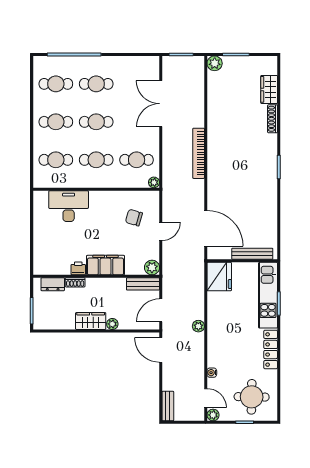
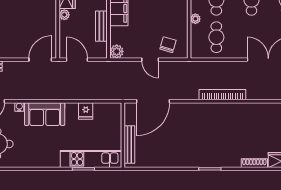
plant: (154, 182) -> (195, 19), moved
chair: (134, 218) -> (168, 45), moved
fridge: (219, 277) -> (86, 111), moved, width x0.53, depth x0.75
bench: (143, 284) -> (101, 26), moved
plant: (198, 326) -> (62, 94), removed
sofa: (220, 345) -> (45, 114), added
locker: (271, 349) -> (41, 161), removed

